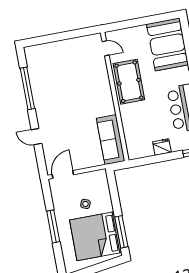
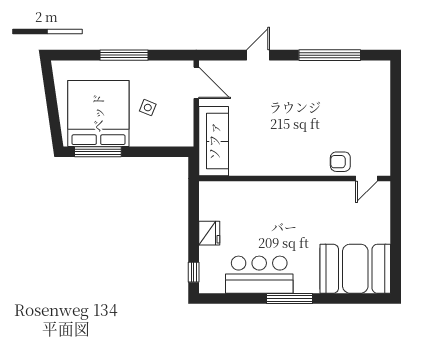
armchair: (98, 68) -> (340, 162), added
pool table: (129, 82) -> (312, 203), removed
sofa: (111, 140) -> (214, 141), moved, turned 90

